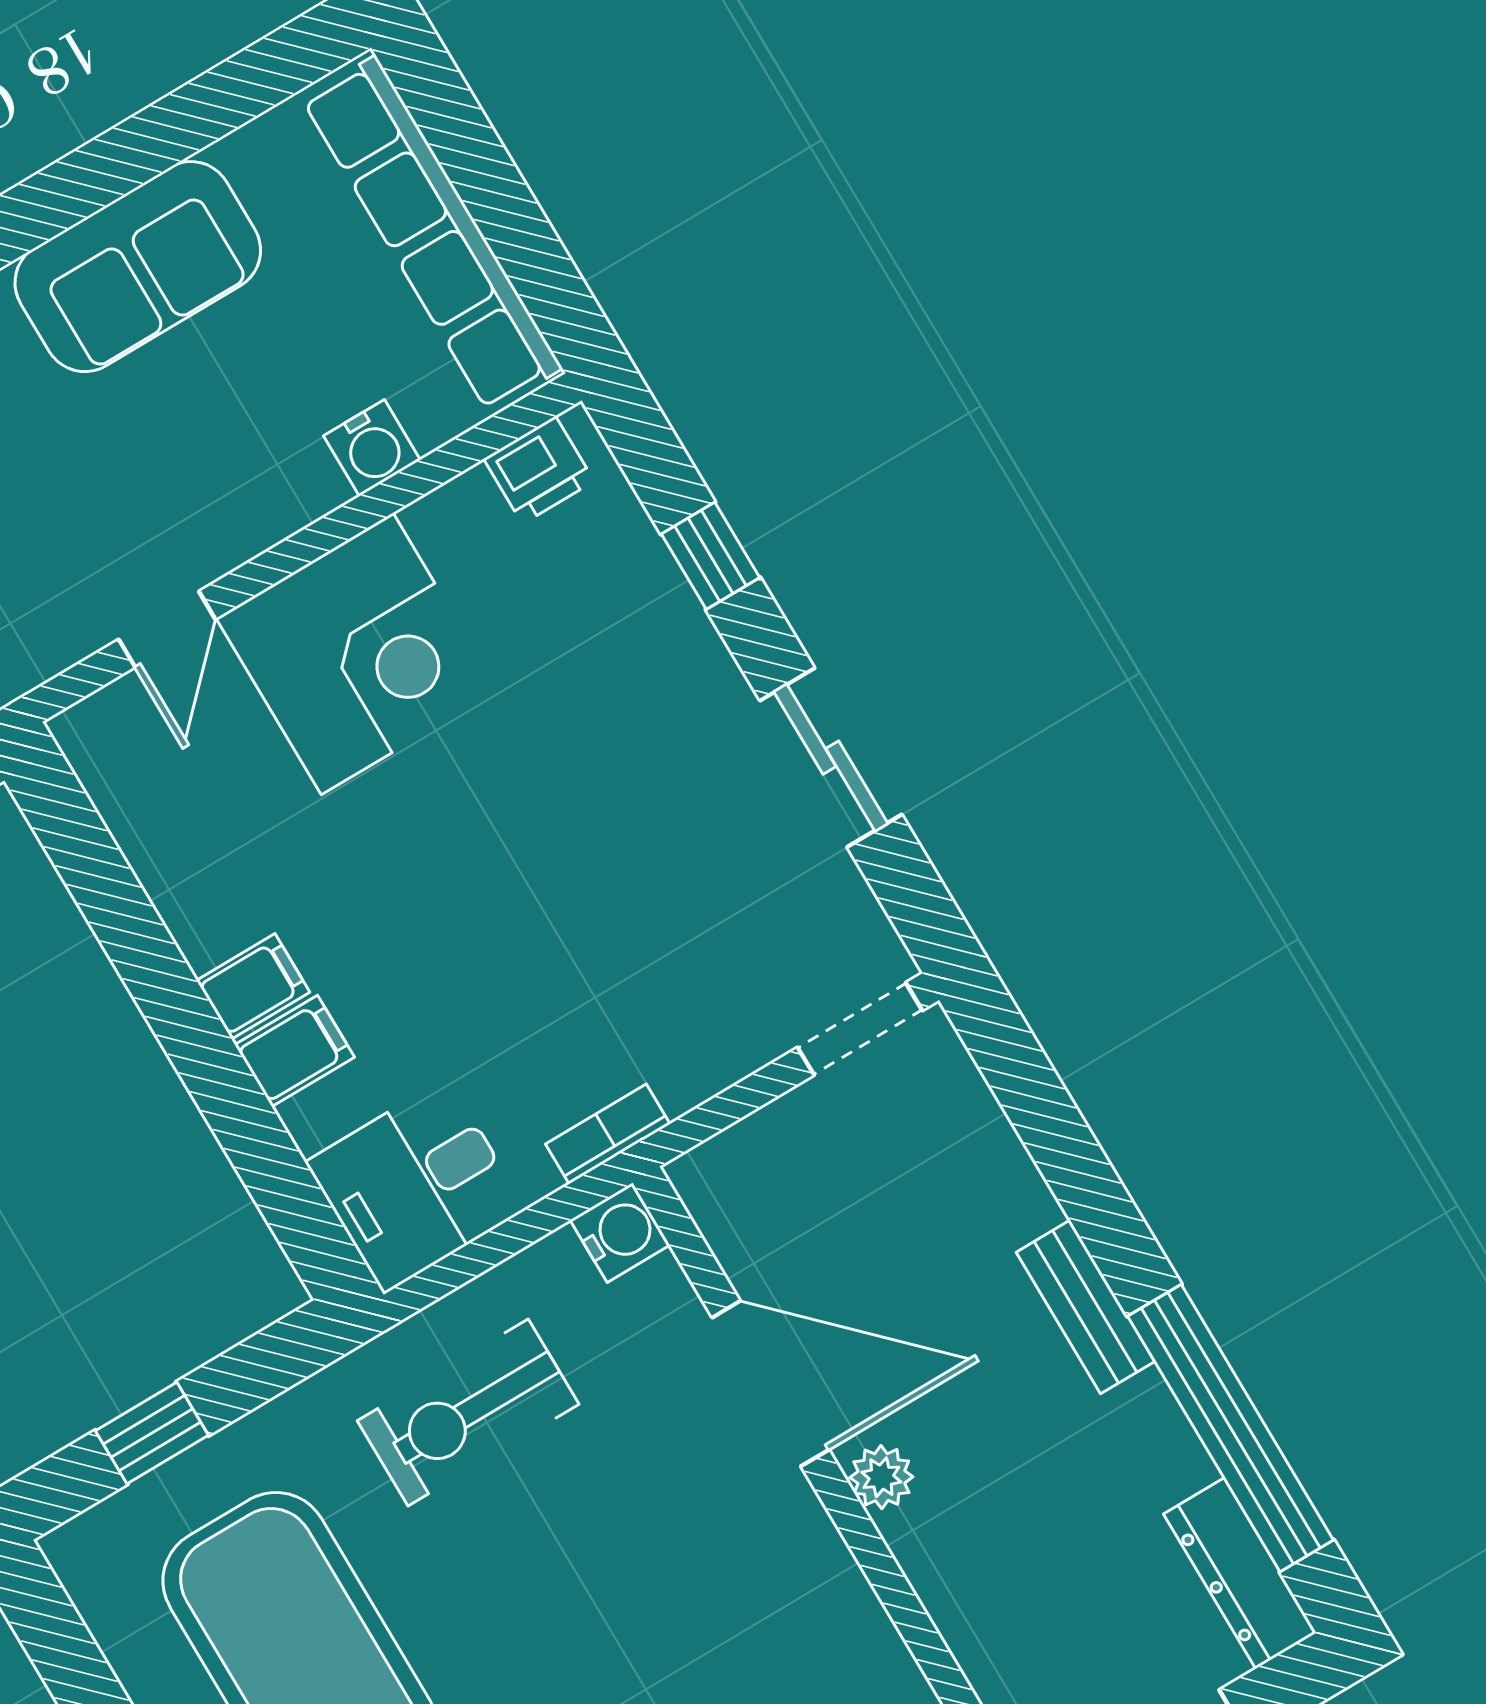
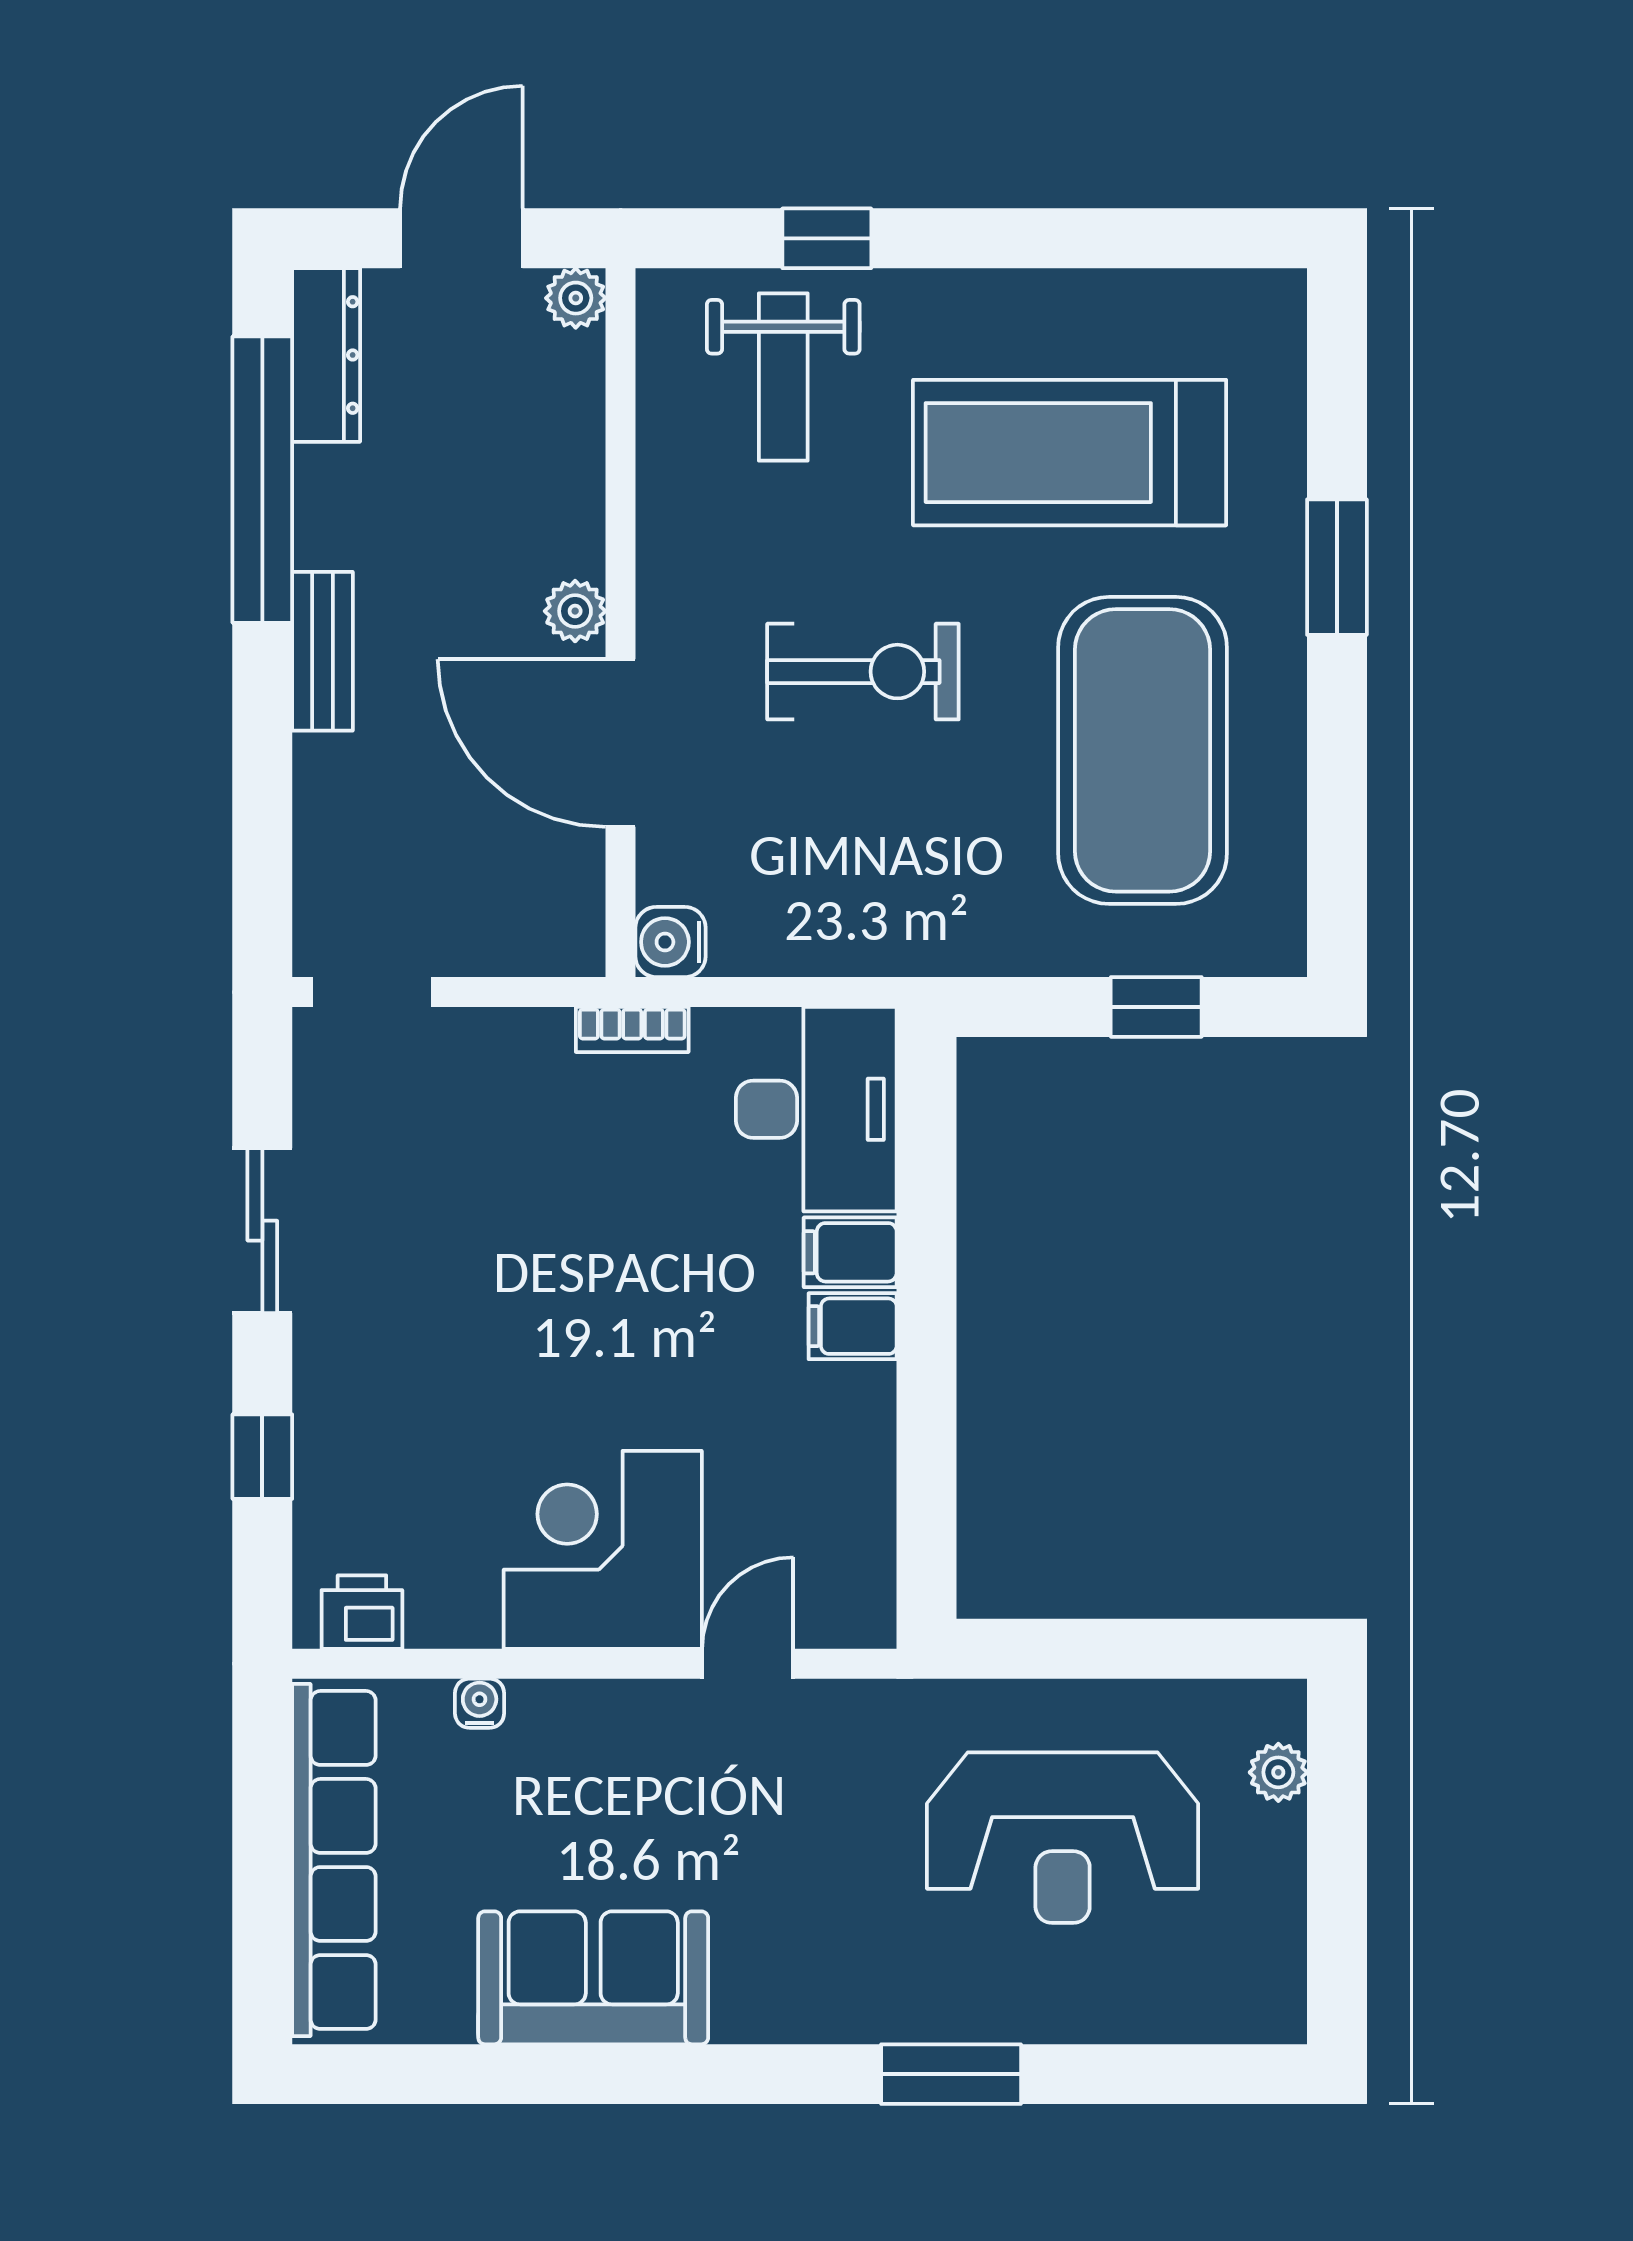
water cooler: (372, 448) -> (480, 1703), width x0.72, depth x0.72
desk: (416, 1186) -> (816, 1109), width x1.37
exercise bike: (468, 1412) -> (863, 672), moved

